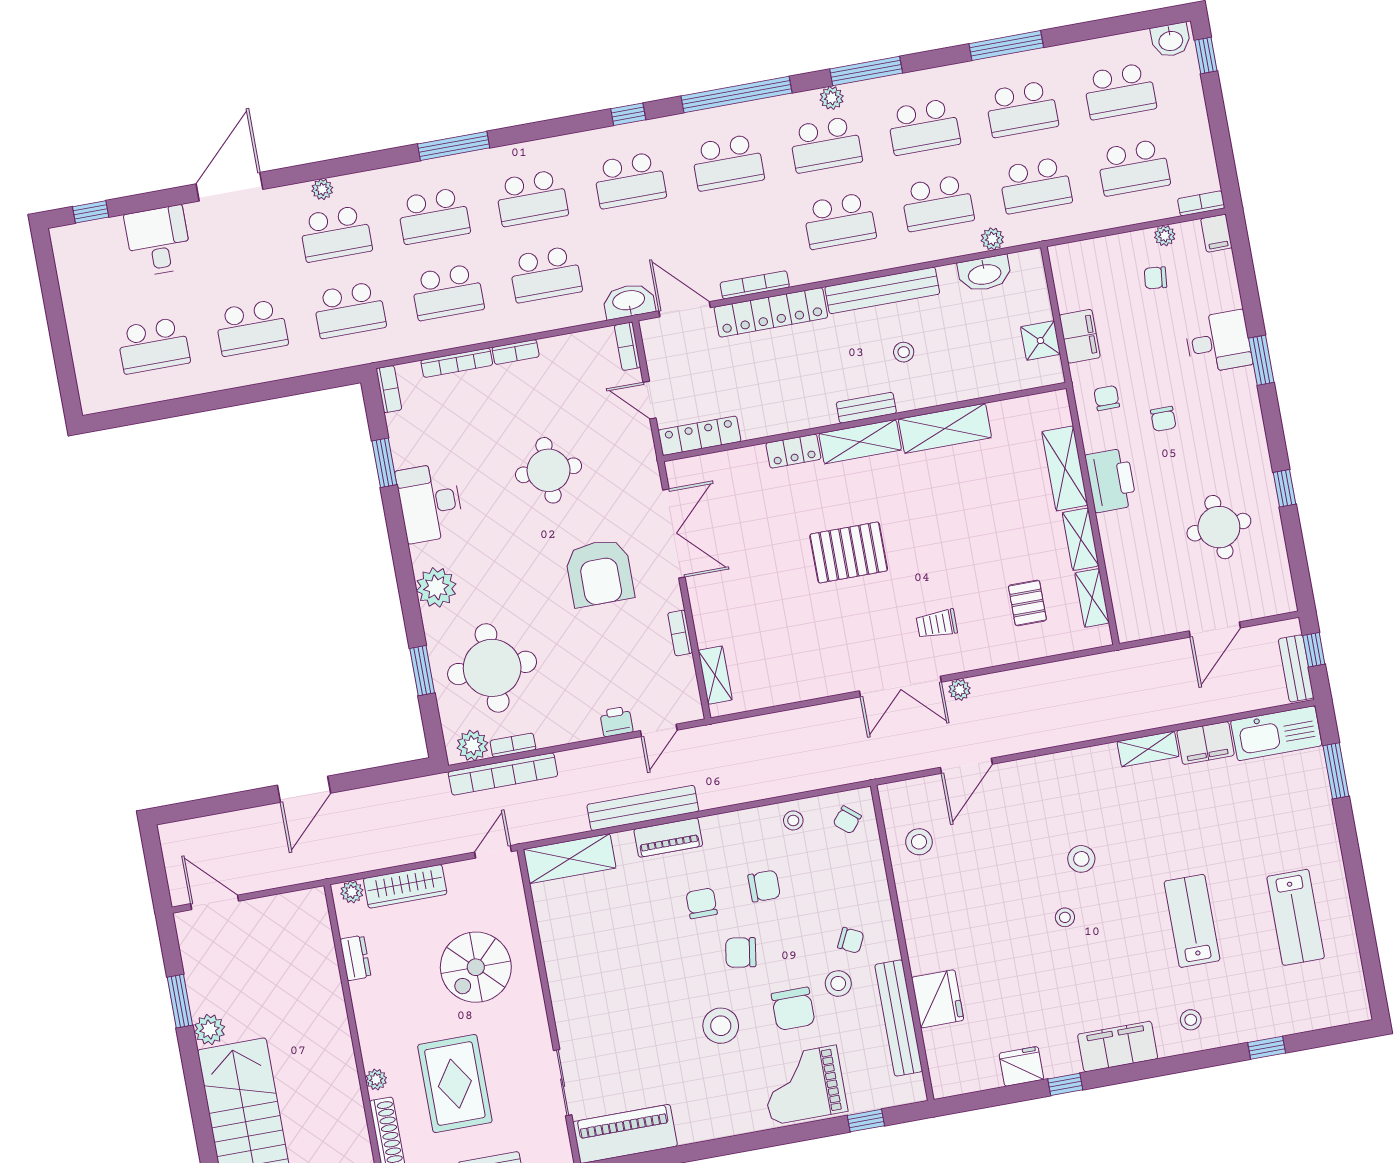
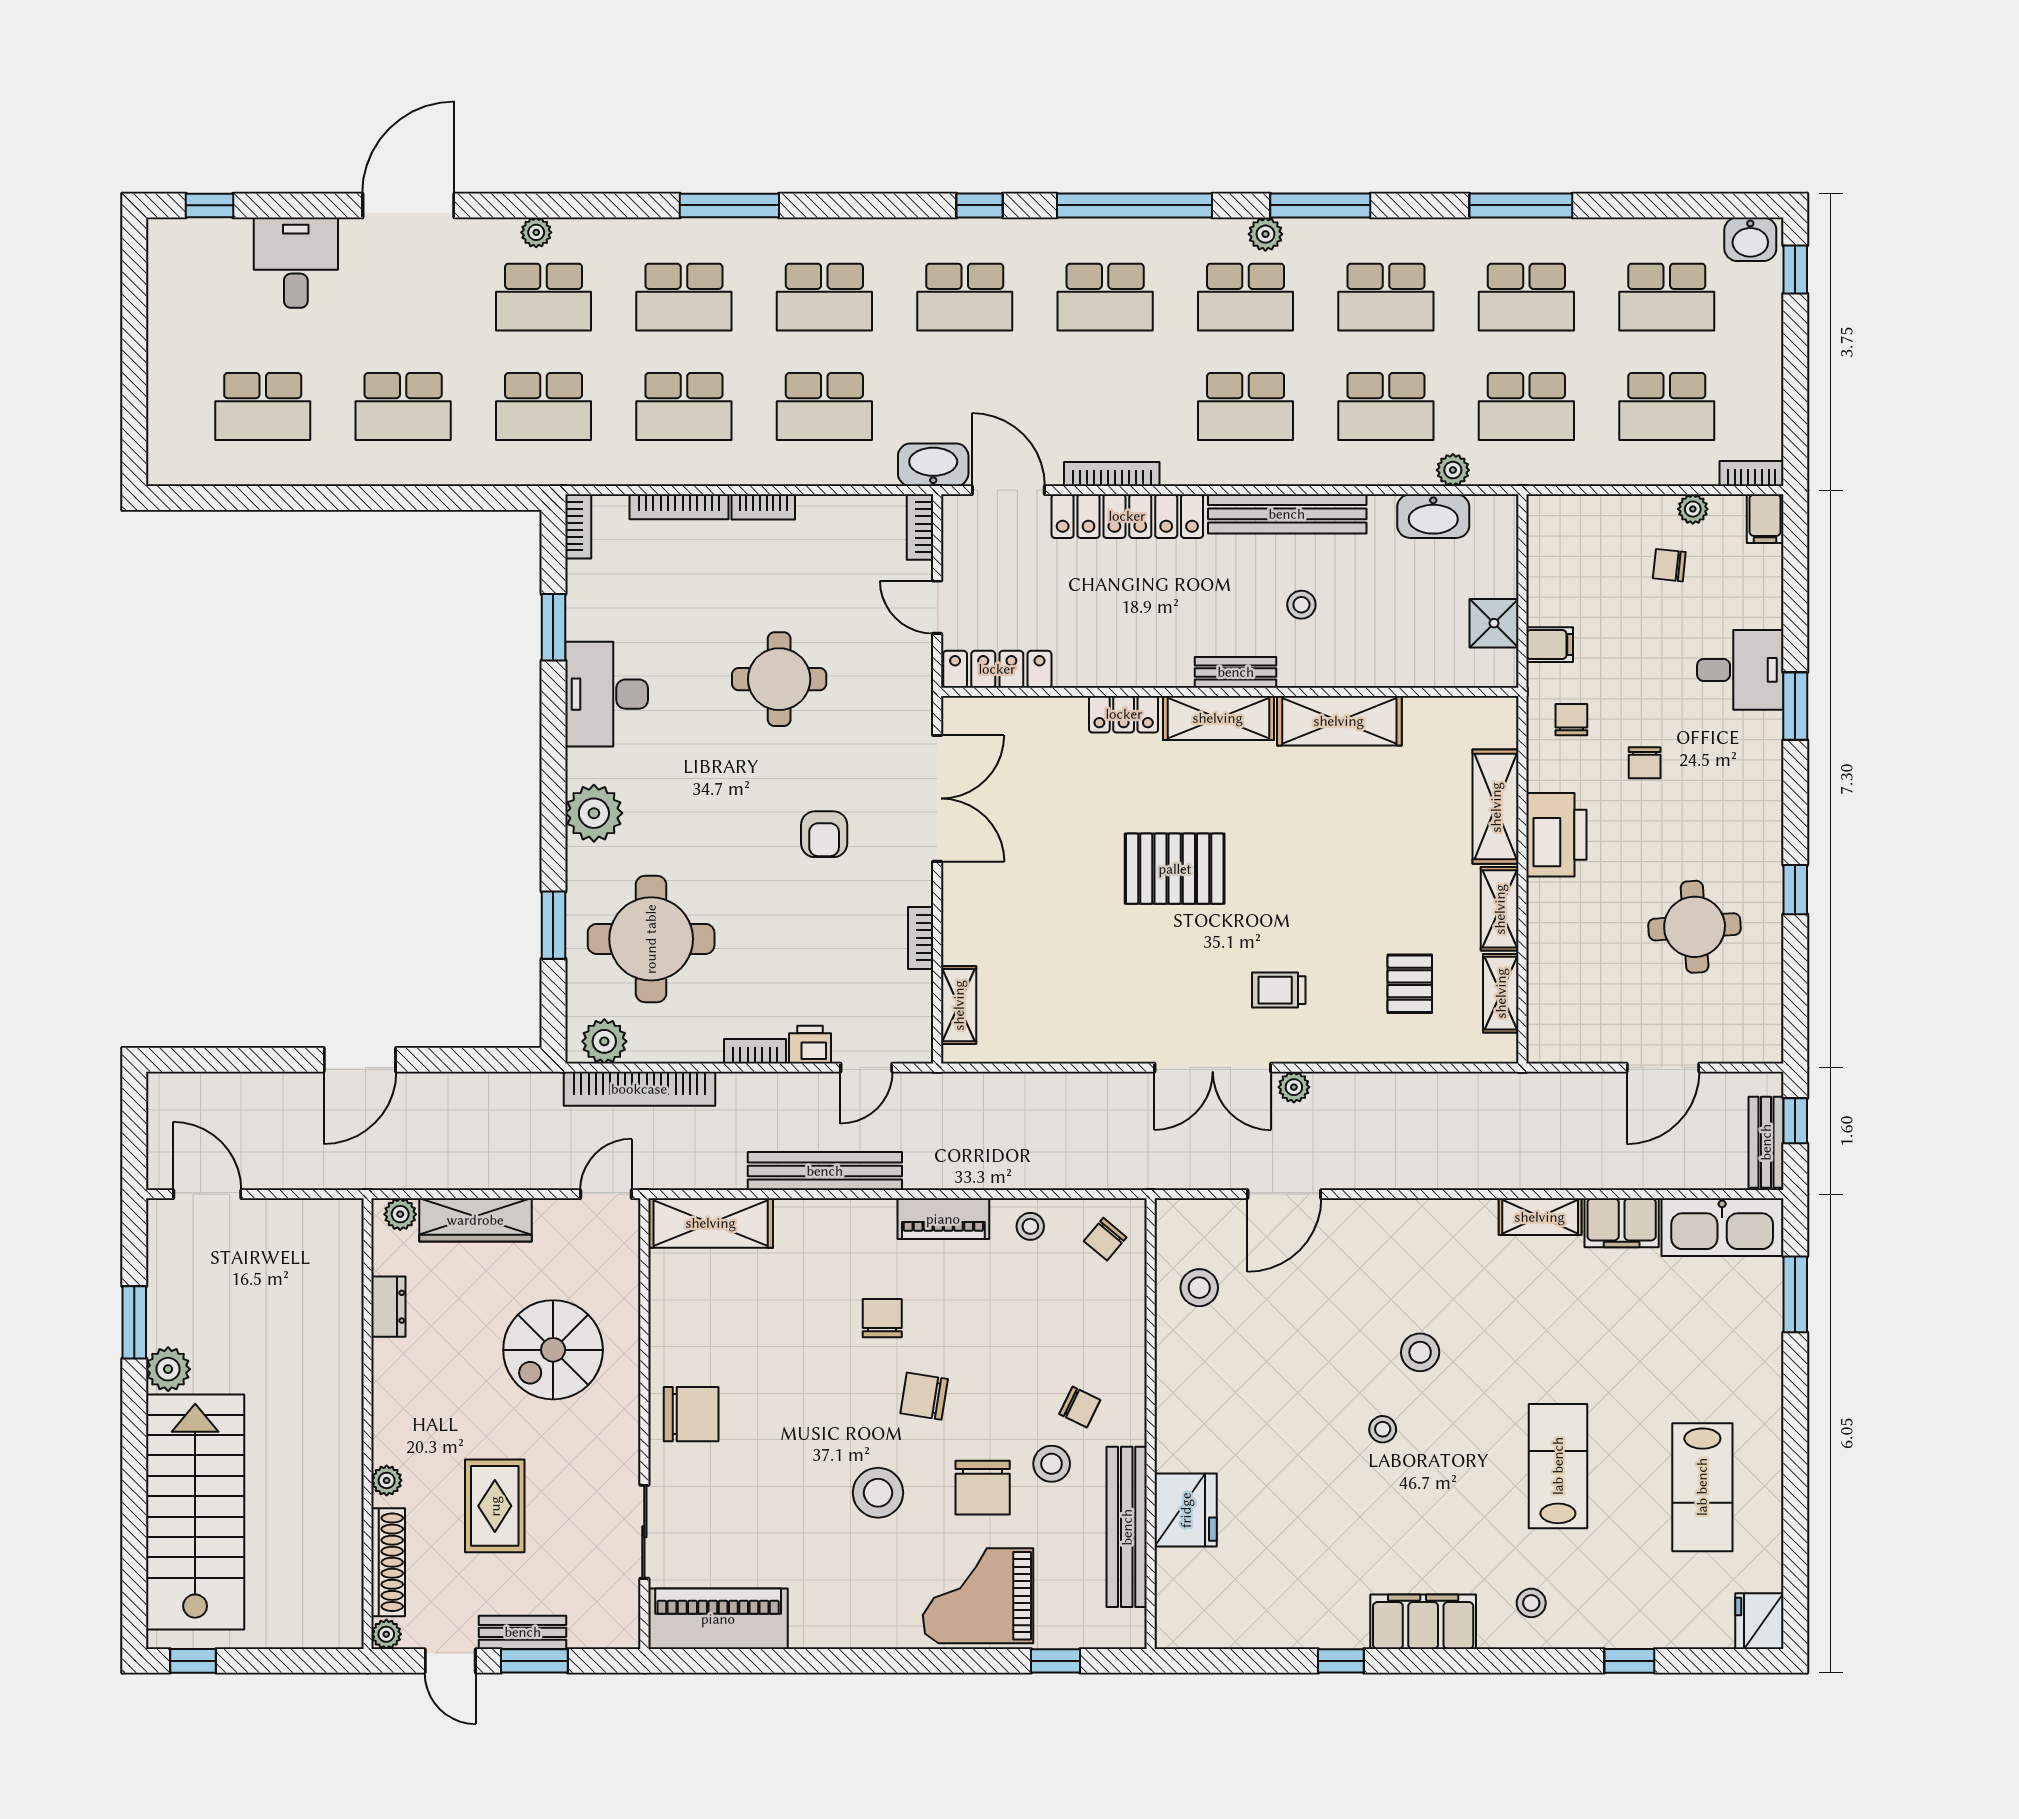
filing cabinet: (1080, 336) -> (1550, 645), width x0.50
armchair: (600, 573) -> (824, 834), width x0.53, depth x0.53
bookcase: (513, 745) -> (755, 1051), moved
piano: (668, 838) -> (943, 1219), moved
chair: (764, 886) -> (691, 1414), moved, width x1.37, depth x1.37
fridge: (1021, 1066) -> (1759, 1621), moved, turned -90
rug: (455, 1084) -> (495, 1506), width x0.73, depth x0.70

